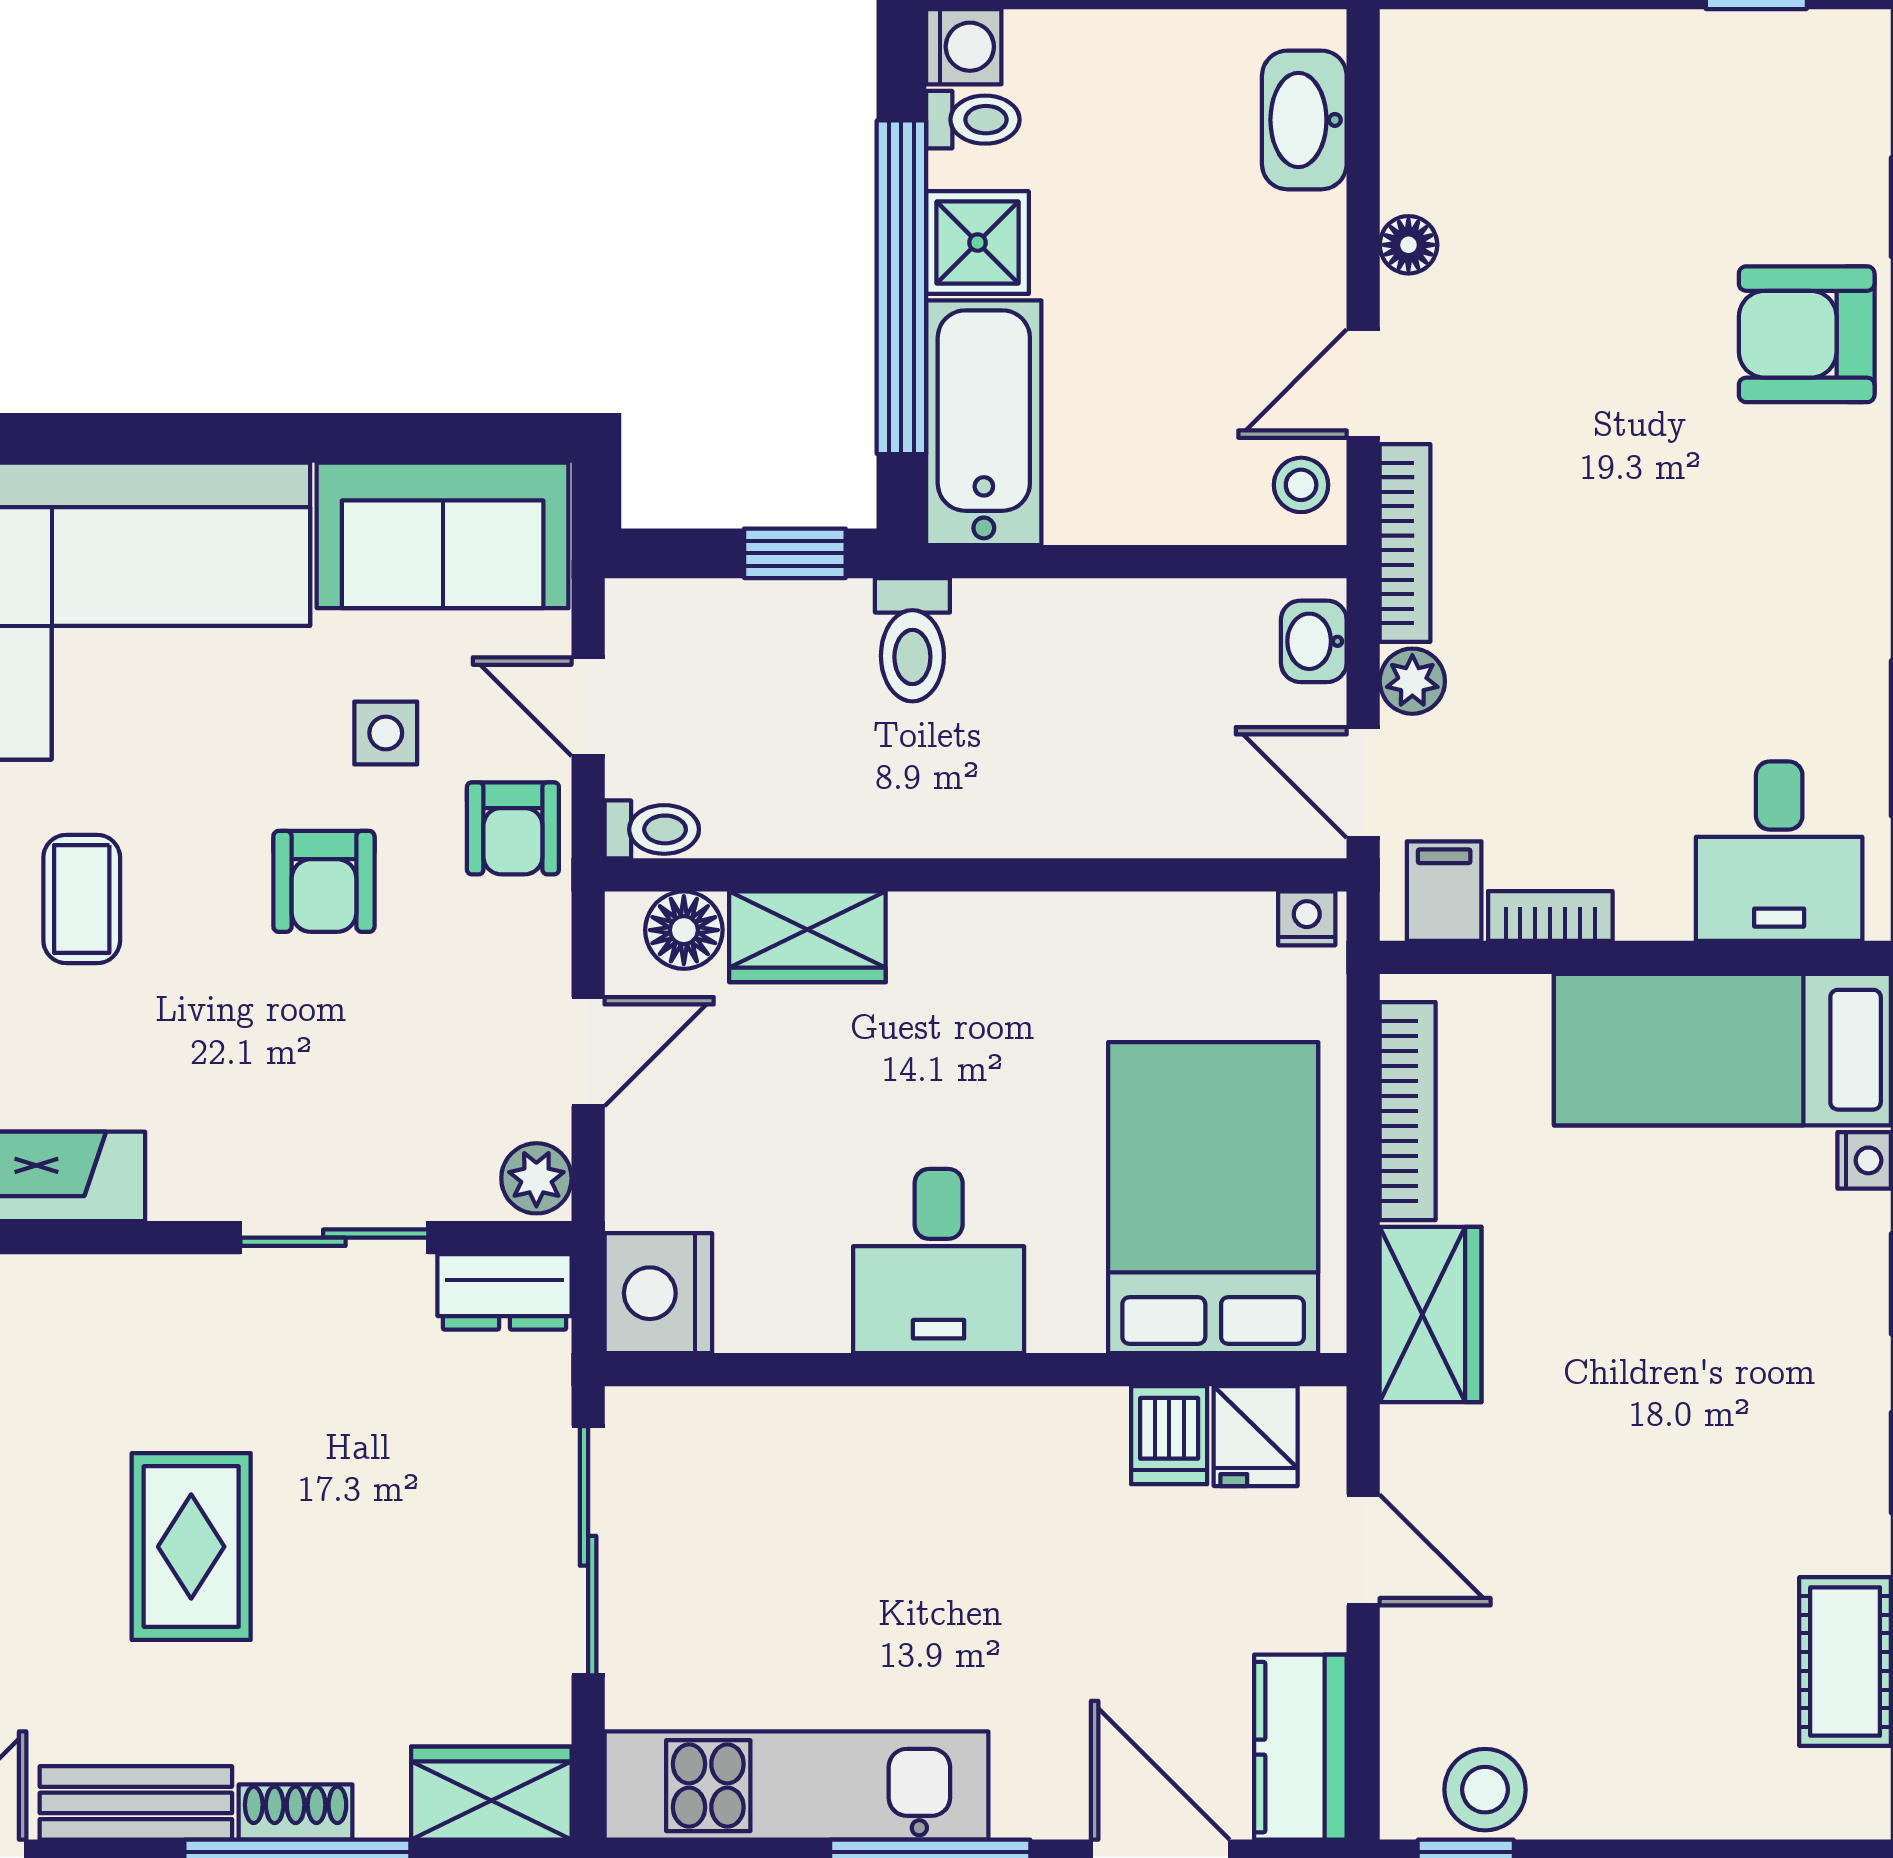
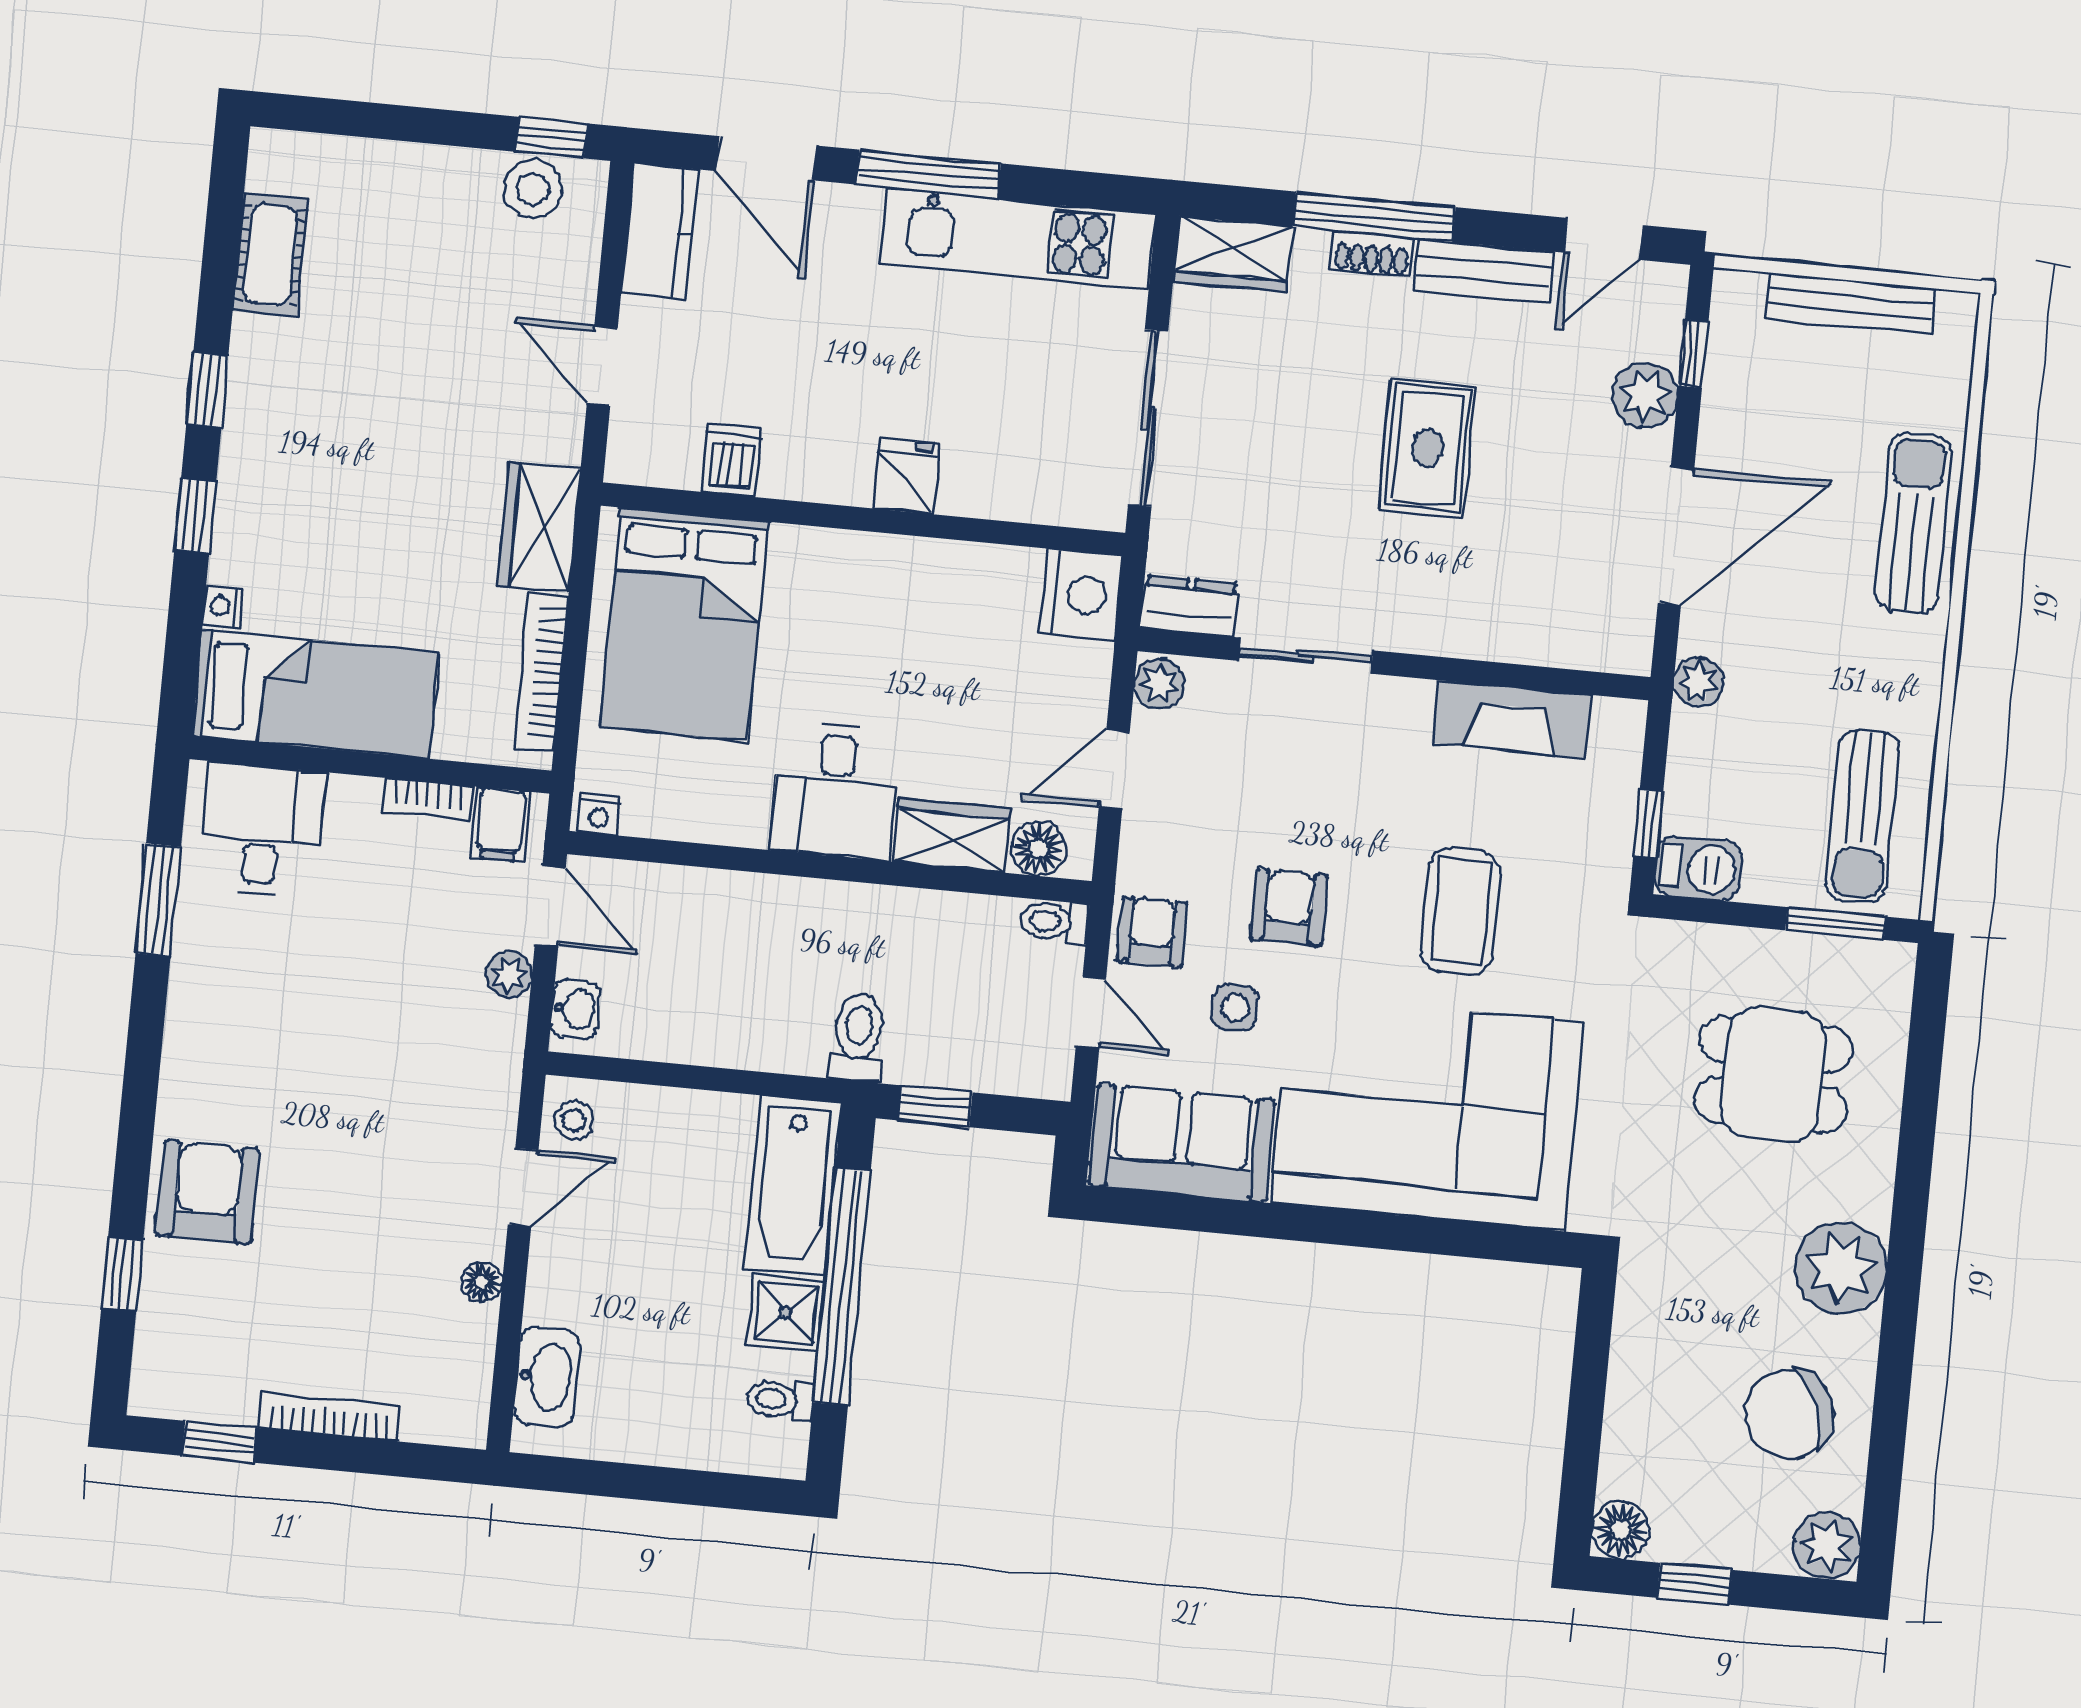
washing machine: (964, 47) -> (782, 1452), removed
armchair: (1807, 334) -> (208, 1192), turned -90
bookcase: (1405, 543) -> (330, 1417), moved, turned 90
coffee table: (82, 899) -> (1461, 911), width x1.36, depth x1.30
desk: (939, 1261) -> (835, 791), moved, turned 180
fridge: (1256, 1436) -> (906, 476), moved

